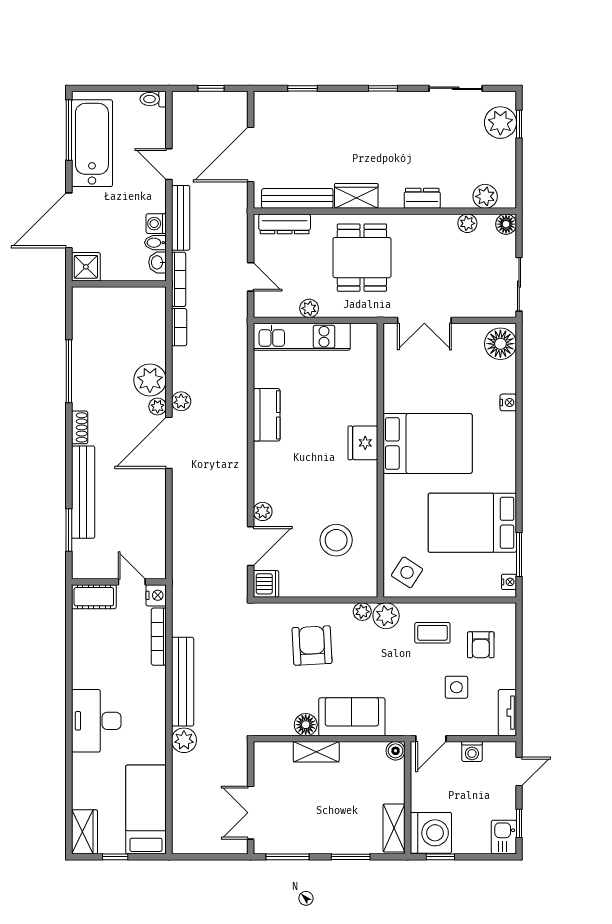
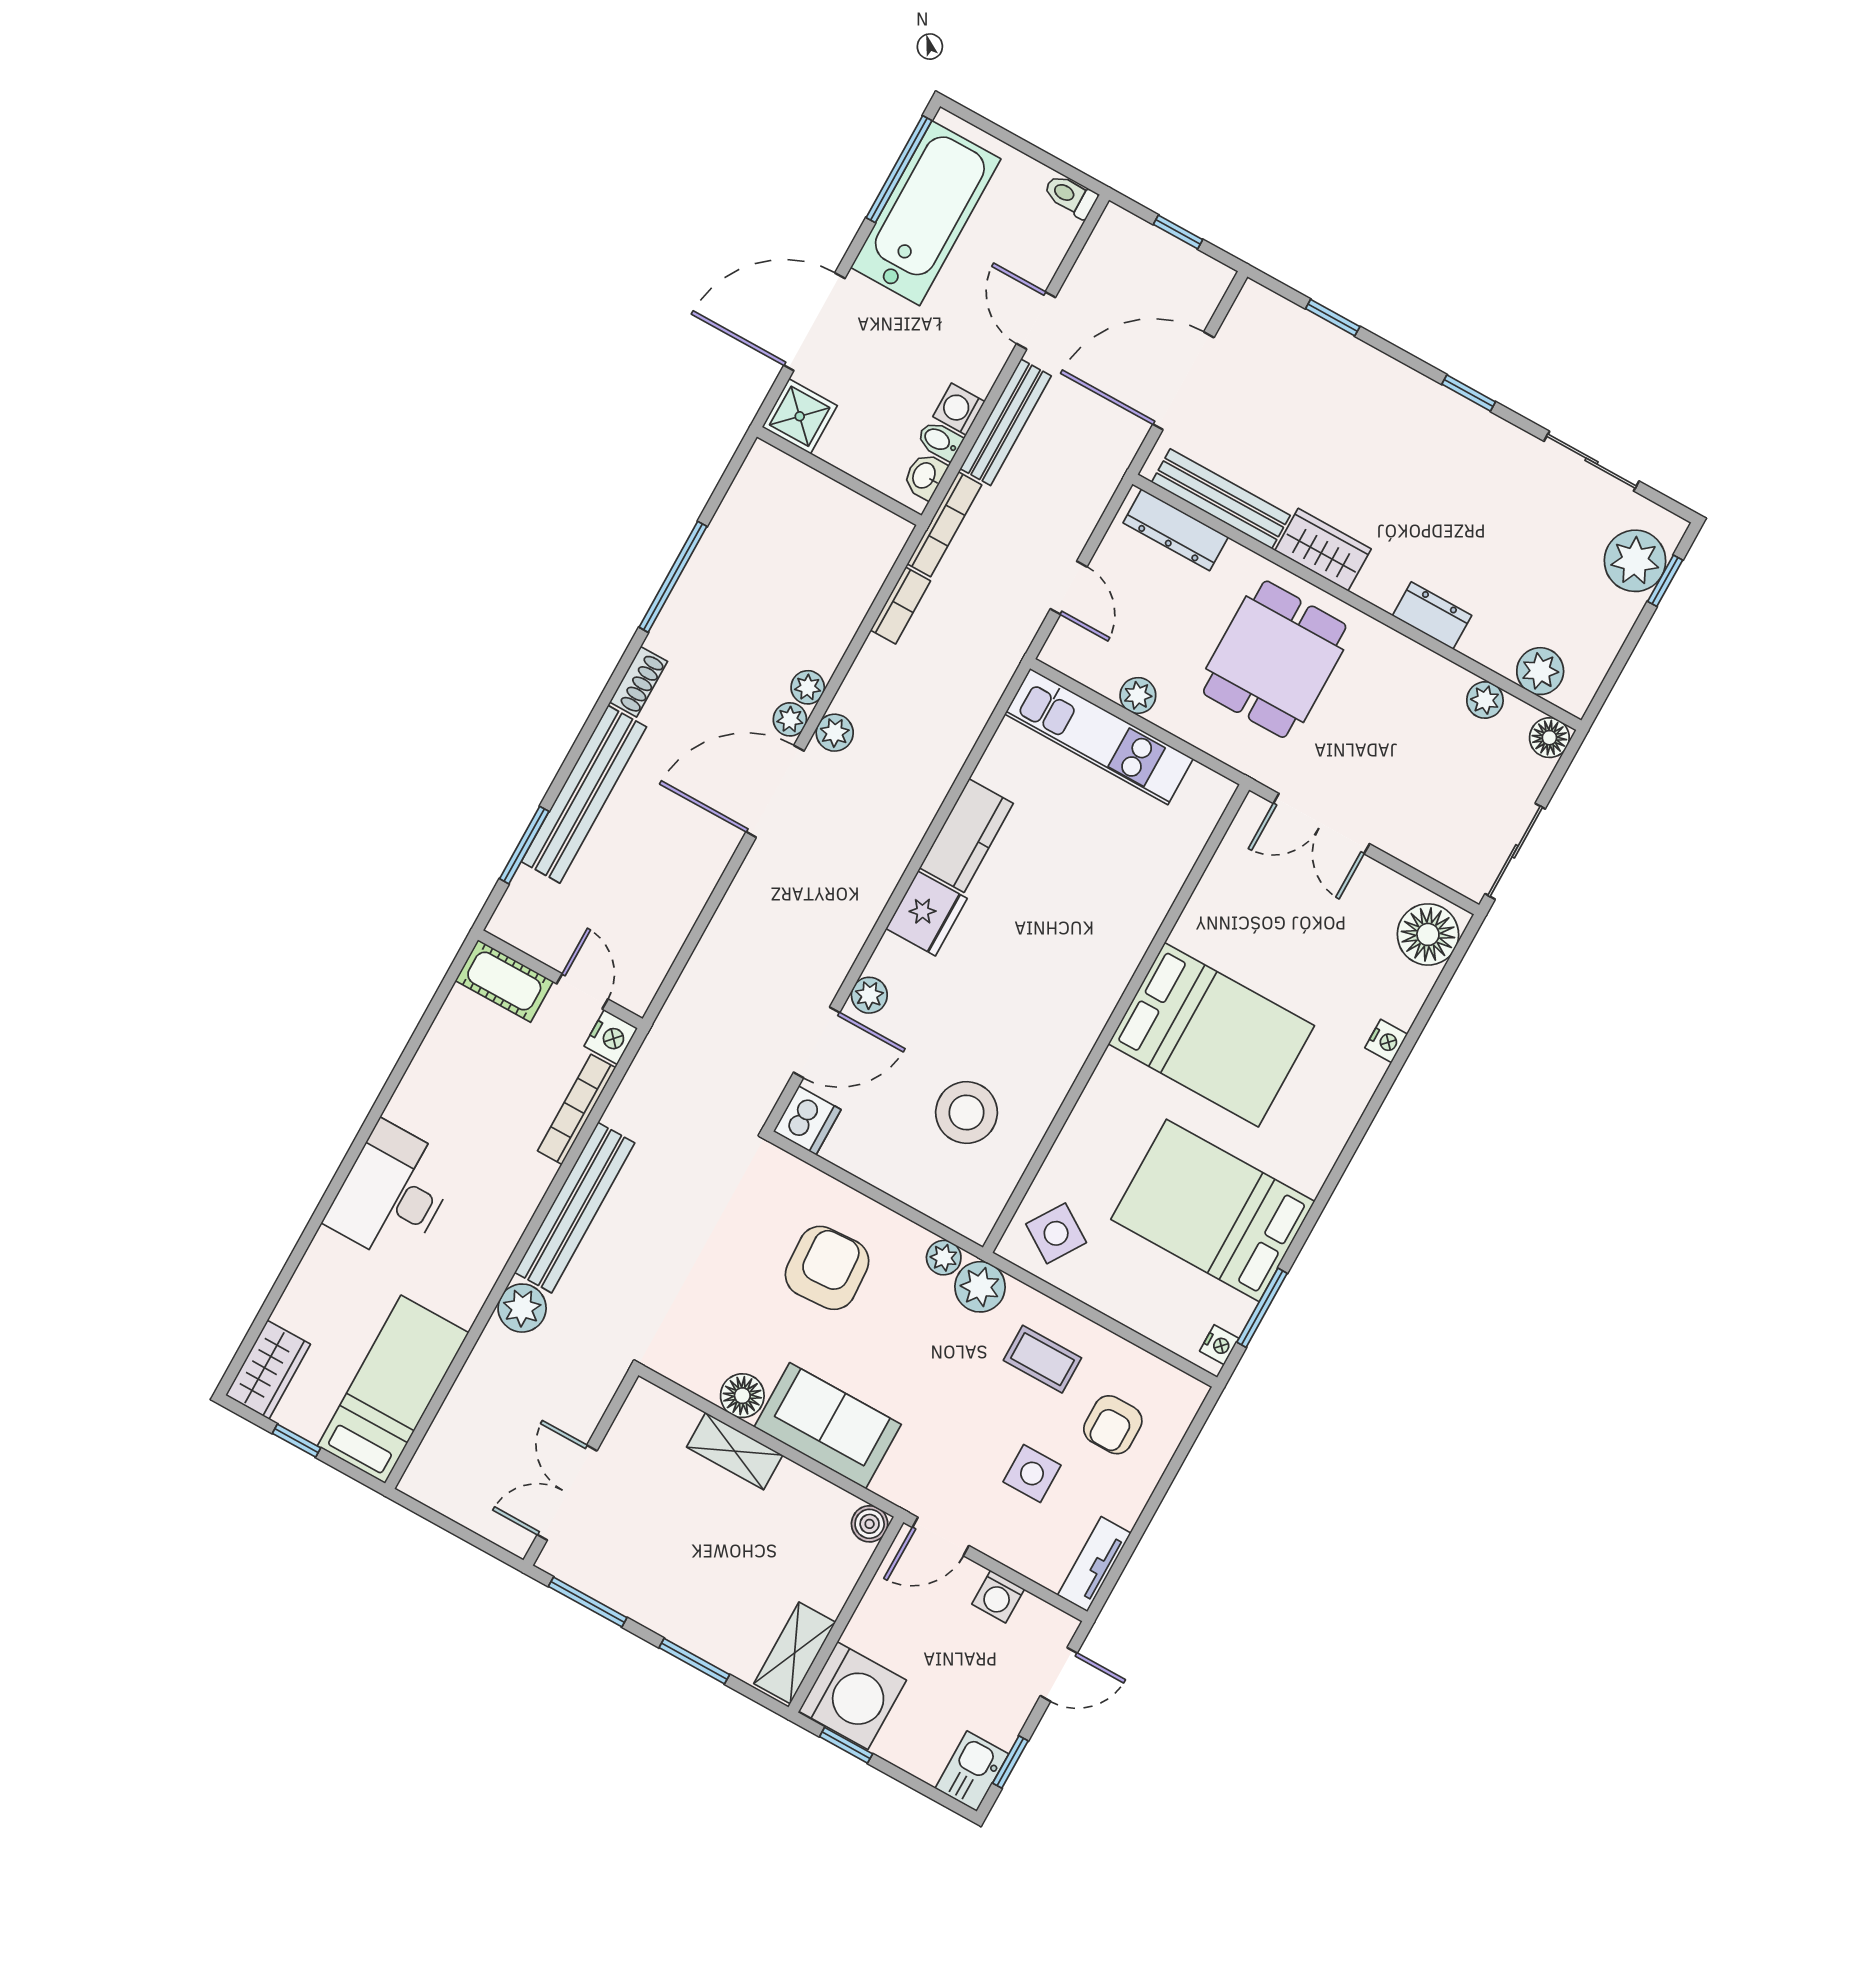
plant: (150, 380) -> (808, 687), width x0.53, depth x0.53
fridge: (363, 443) -> (927, 913), moved, turned 180

